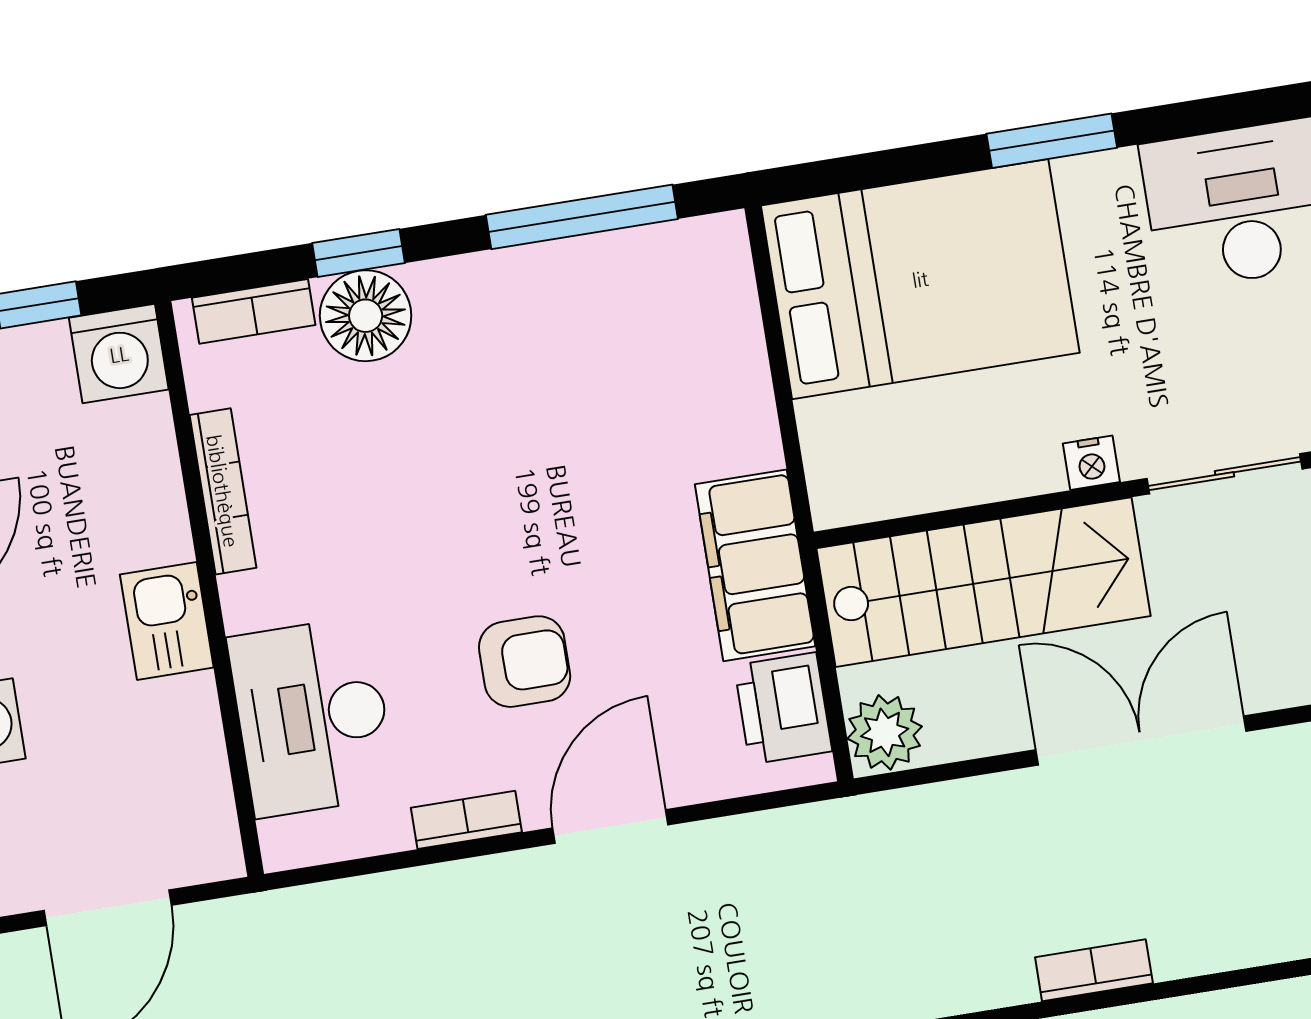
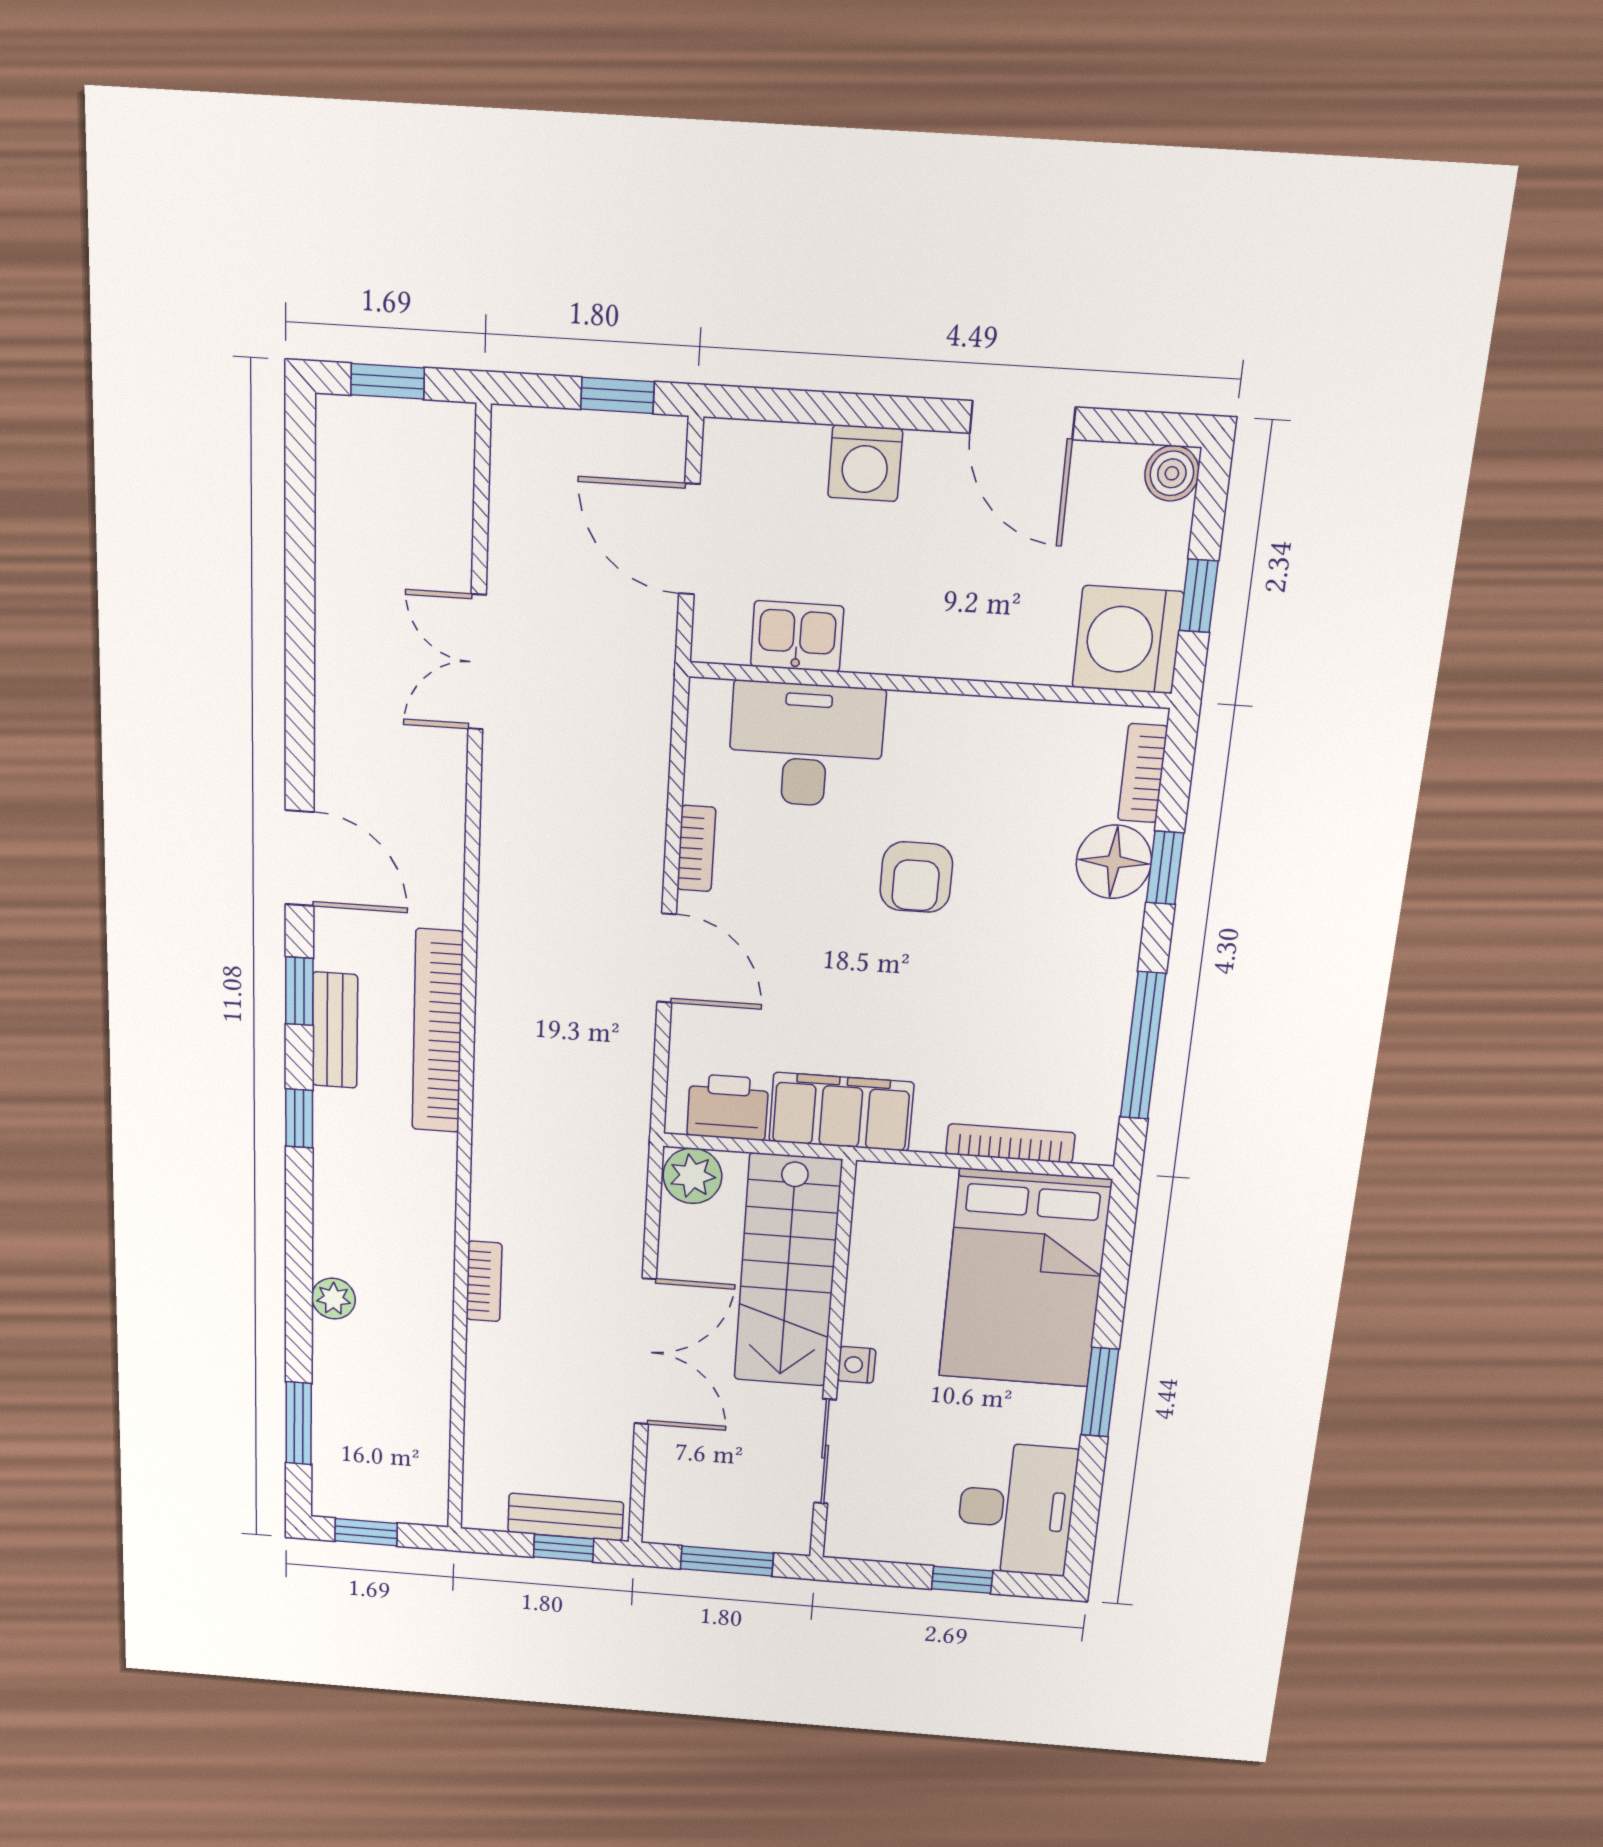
washing machine: (119, 354) -> (1128, 640), width x1.37, depth x1.37
bookcase: (223, 491) -> (1010, 1143), moved, turned 180
kitchen sink: (167, 621) -> (797, 636), moved
armchair: (525, 662) -> (916, 877), moved

